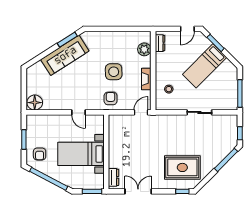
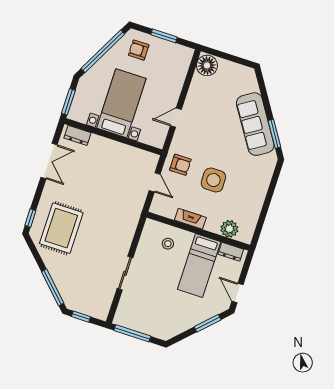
bed: (205, 66) -> (199, 266), moved, turned -135
door: (141, 112) -> (155, 182), moved

